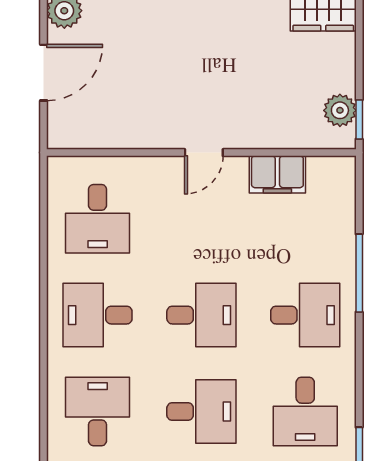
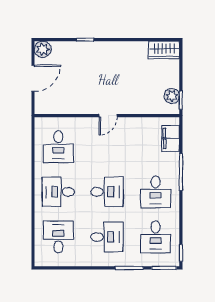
filing cabinet: (277, 174) -> (171, 138), moved, turned 90
desk: (305, 315) -> (156, 192), turned 90

